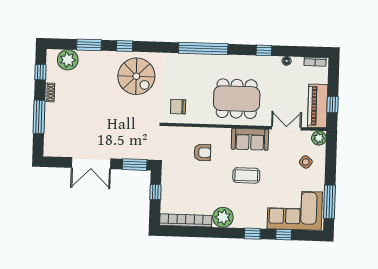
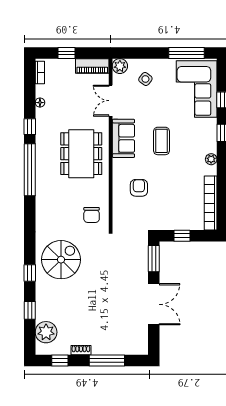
window: (89, 45) -> (30, 310), width x0.67
window: (203, 48) -> (30, 170), moved
window: (332, 105) -> (67, 53), moved
piano: (318, 106) -> (92, 66), width x0.73, depth x0.75
plant: (223, 217) -> (211, 159), width x0.53, depth x0.53

